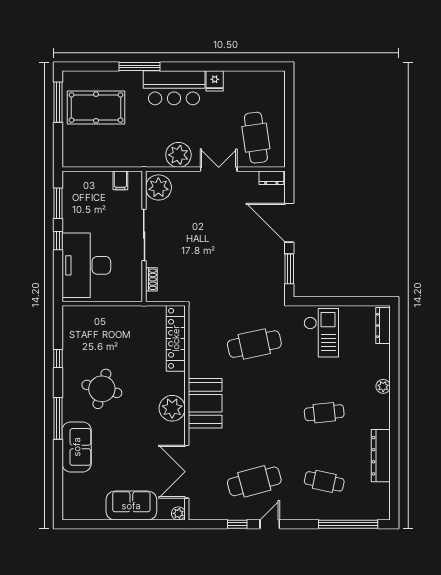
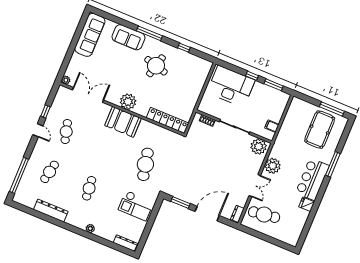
cafe table: (254, 481) -> (66, 132), width x0.73, depth x0.74
sofa: (131, 506) -> (90, 35), moved, width x1.36

